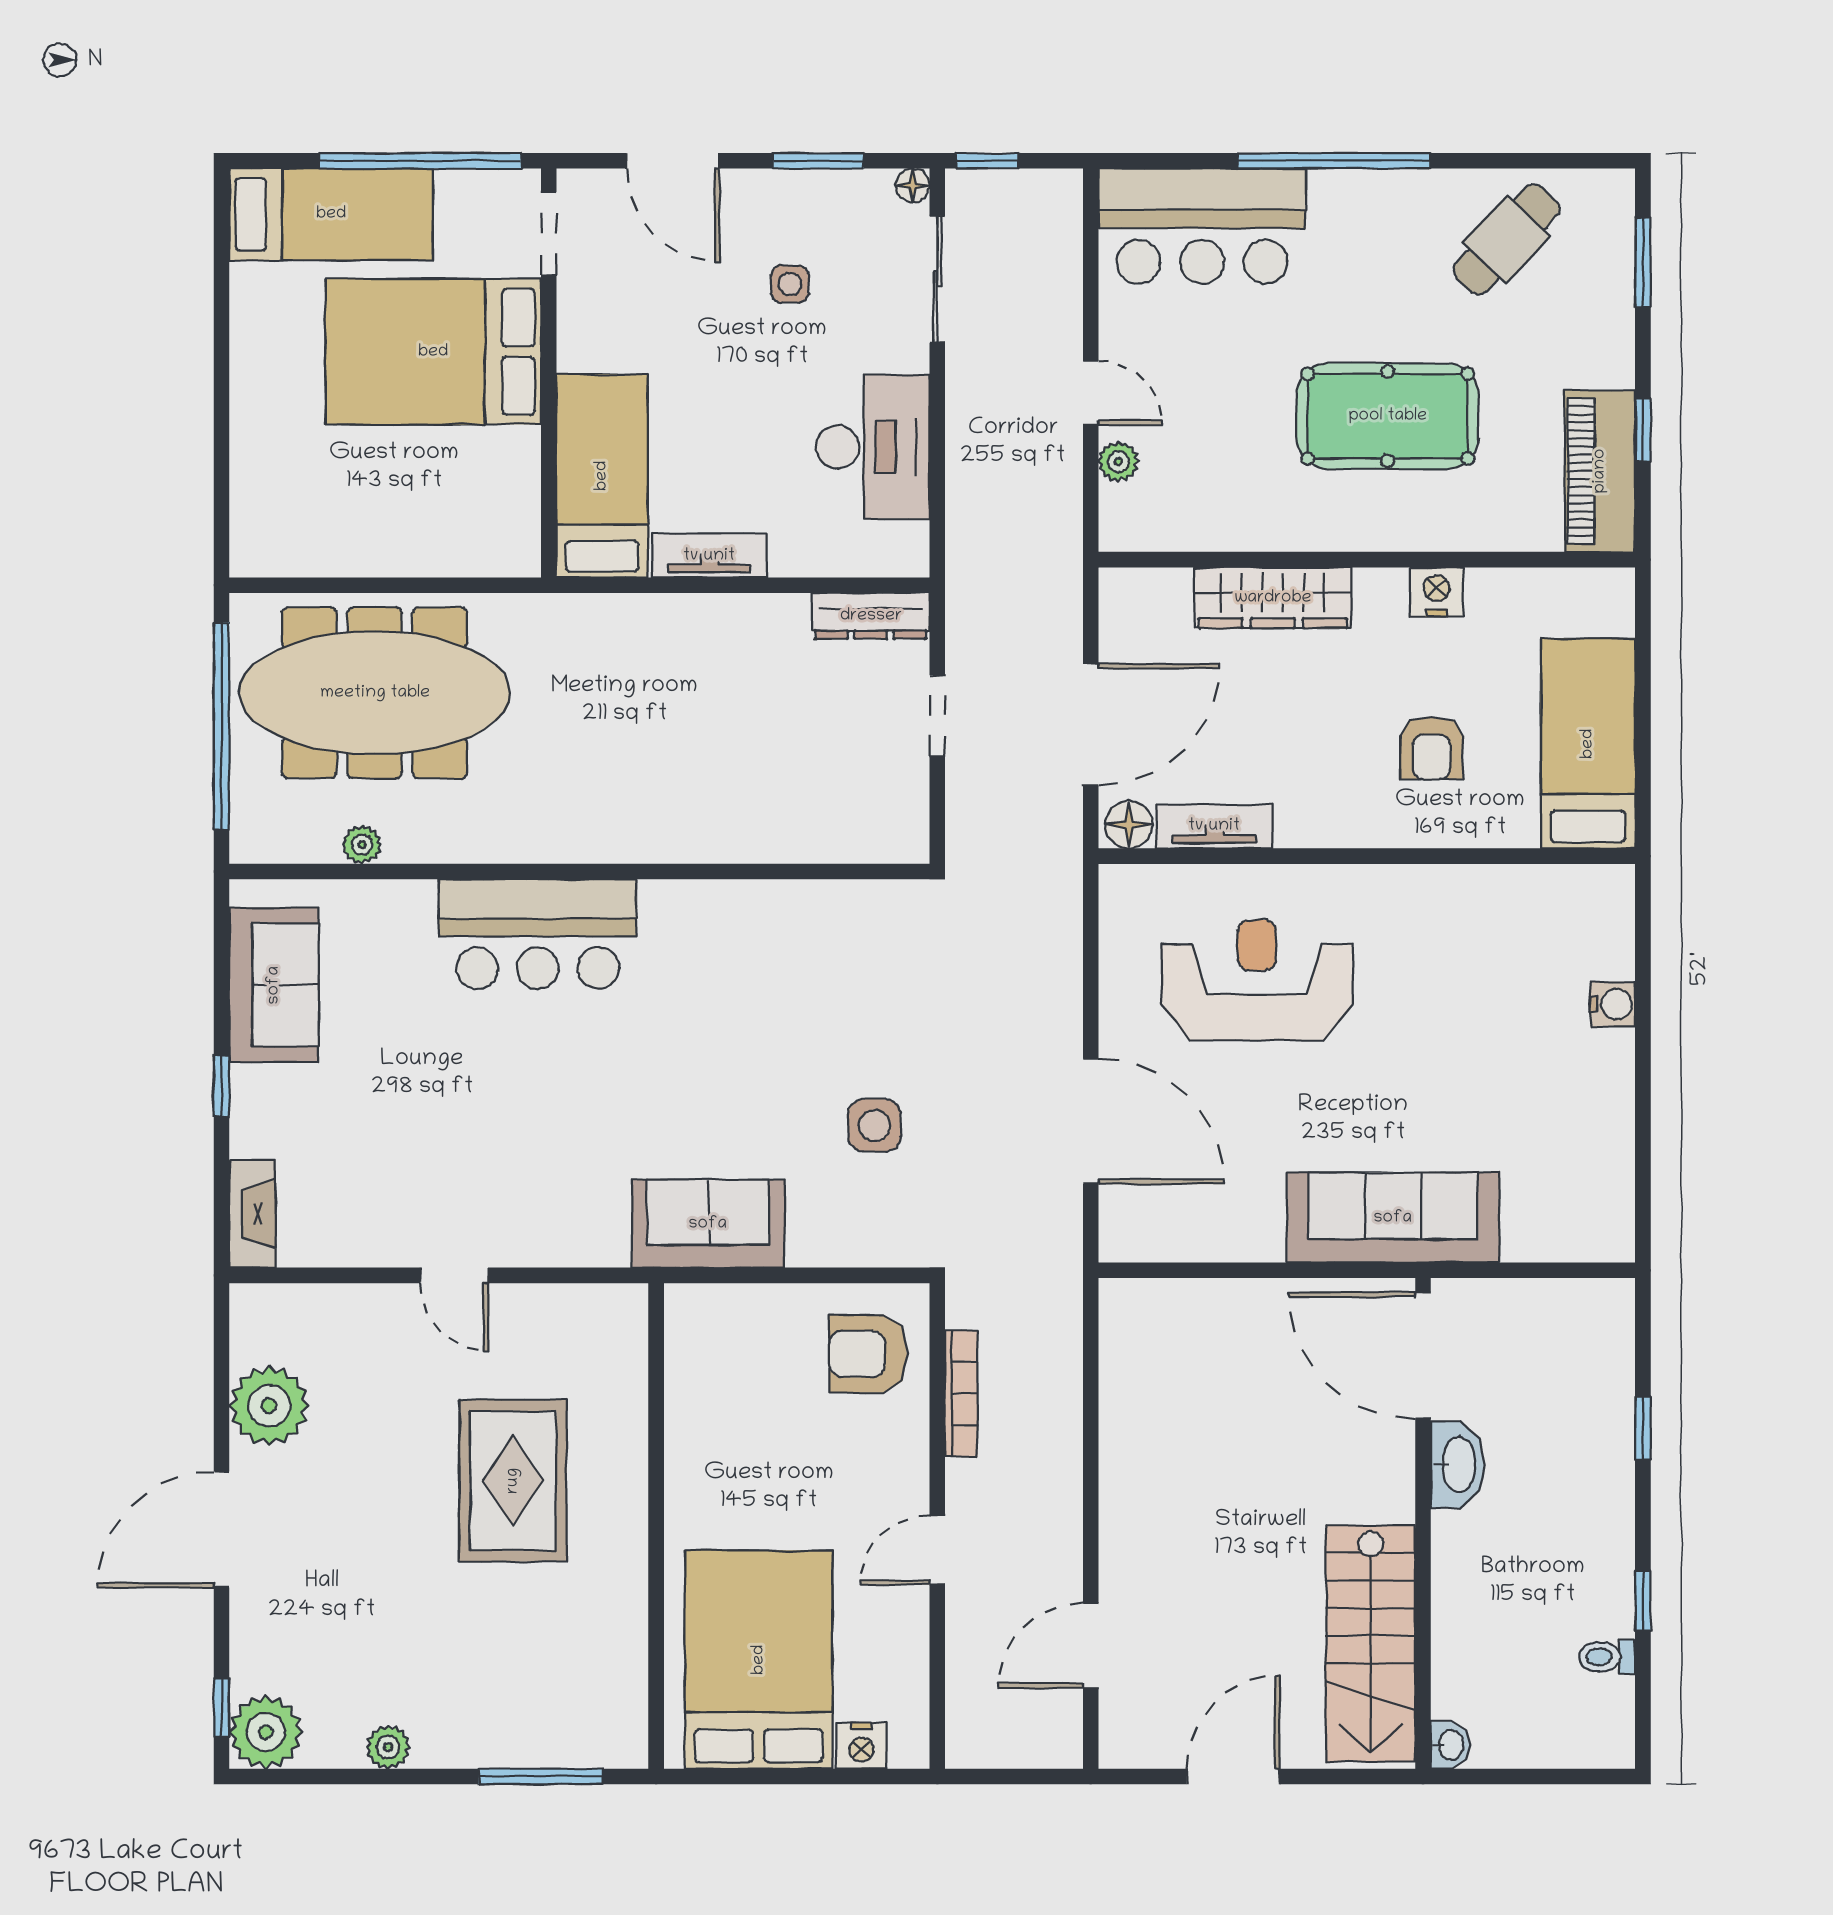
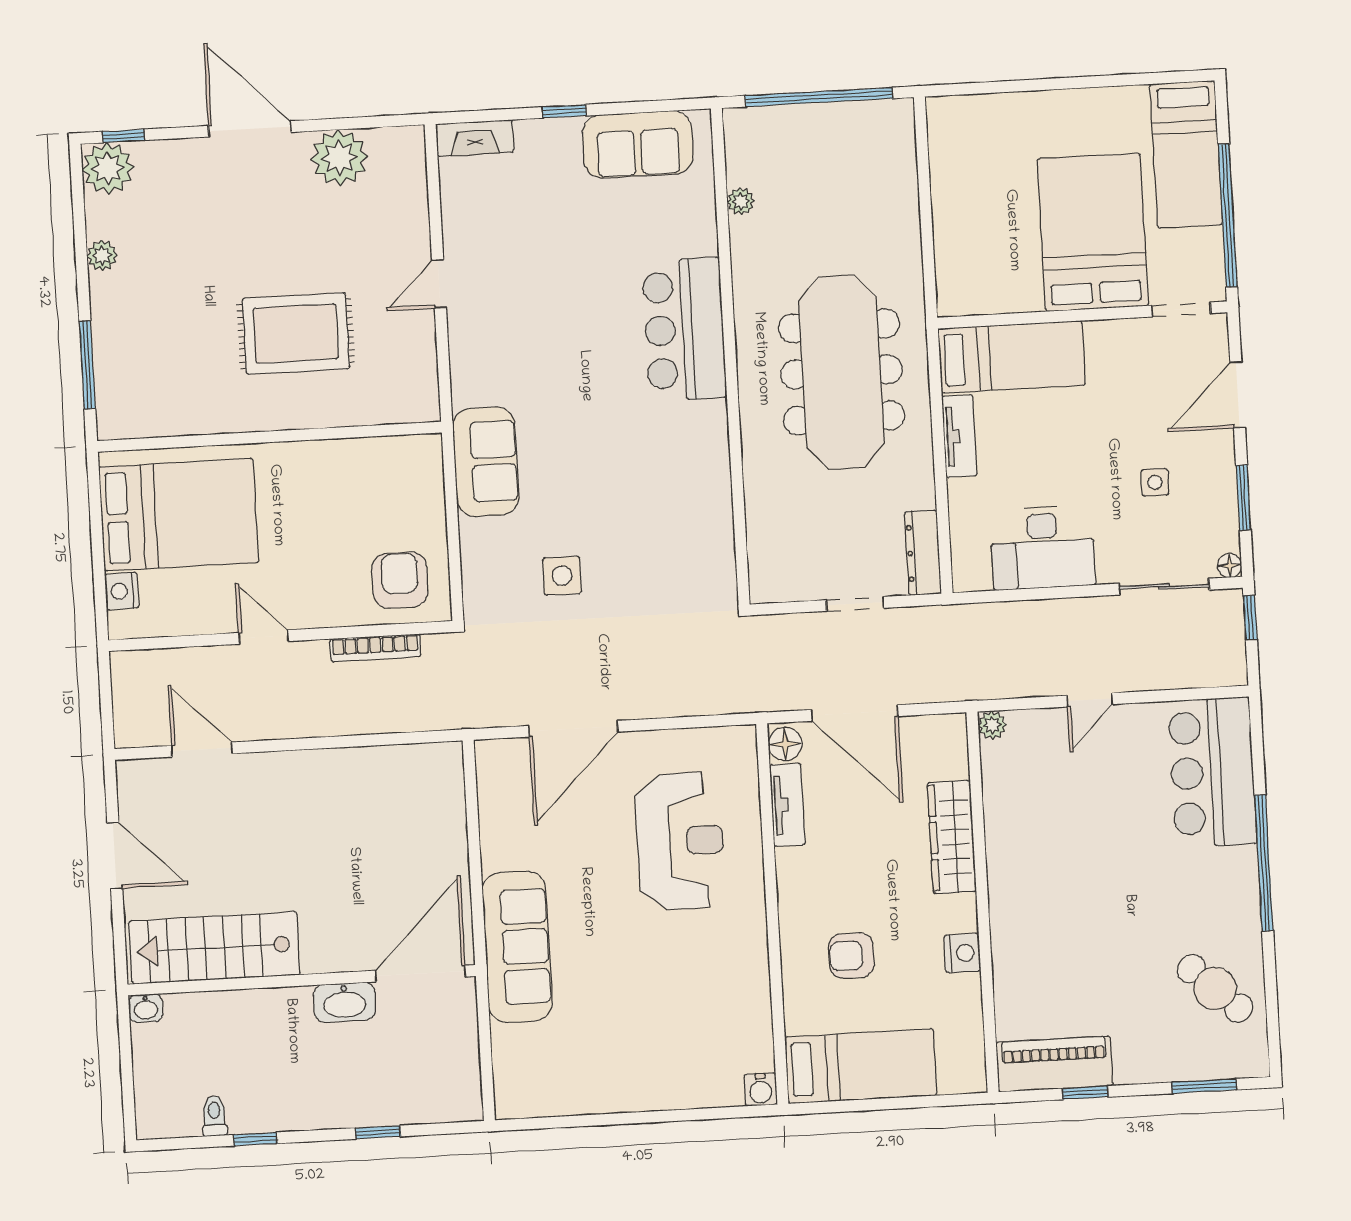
pool table: (1388, 416) -> (1085, 911), removed
plant: (1118, 462) -> (992, 725), moved
meeting table: (375, 693) -> (841, 372), moved
water cooler: (1613, 1004) -> (761, 1090), moved

